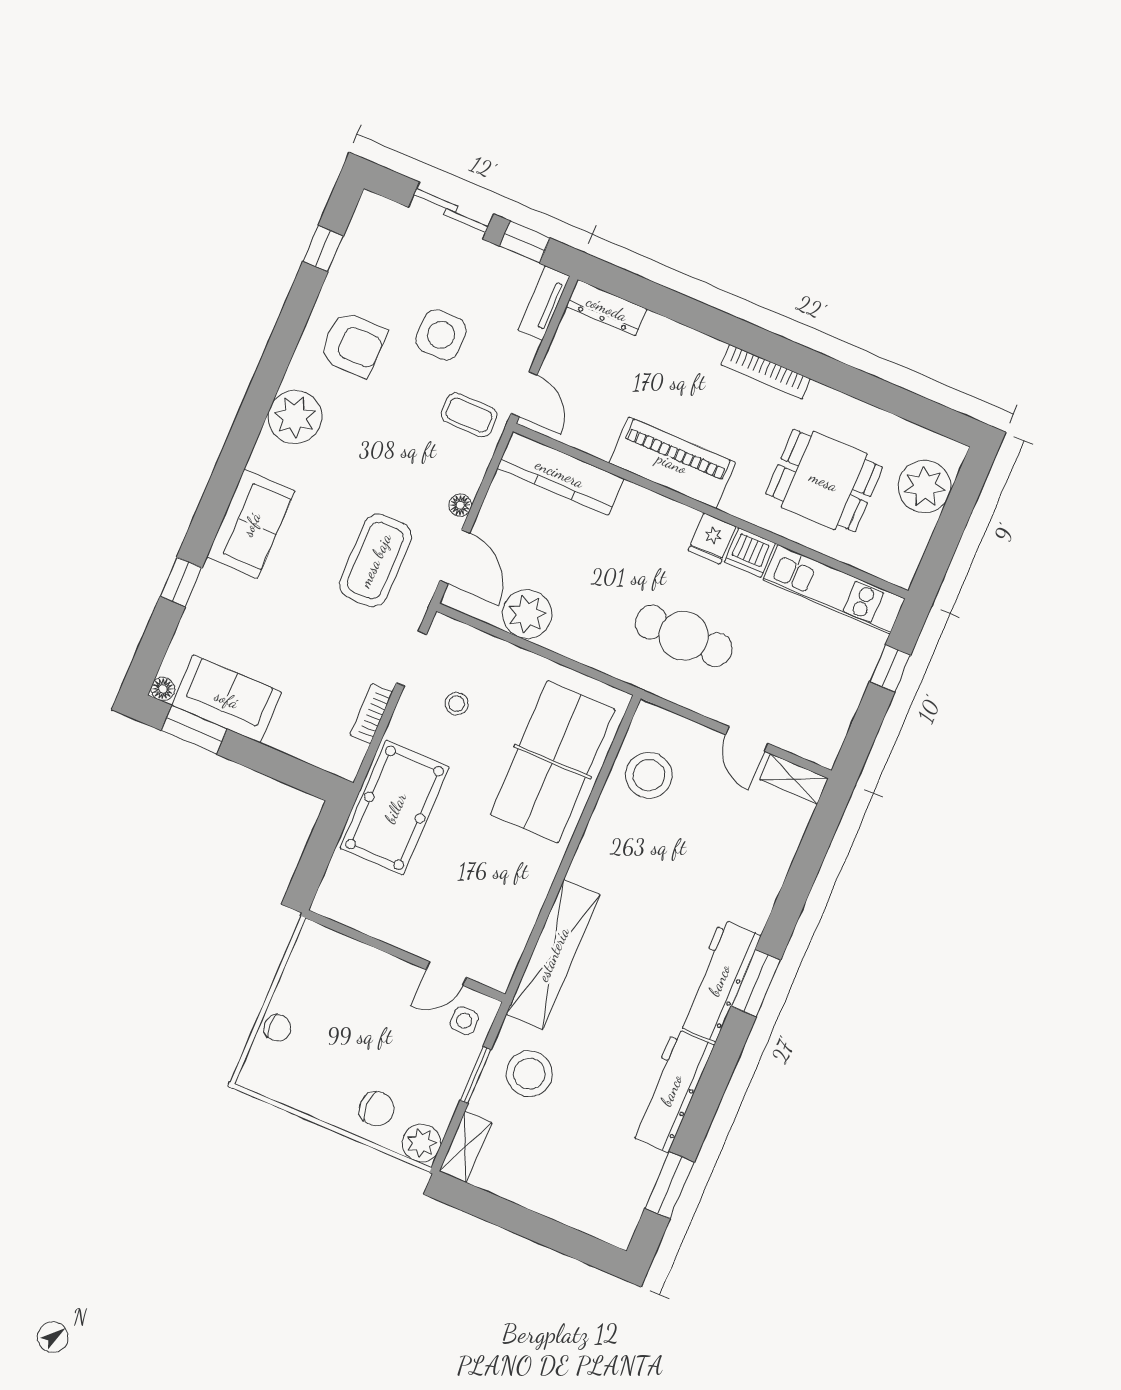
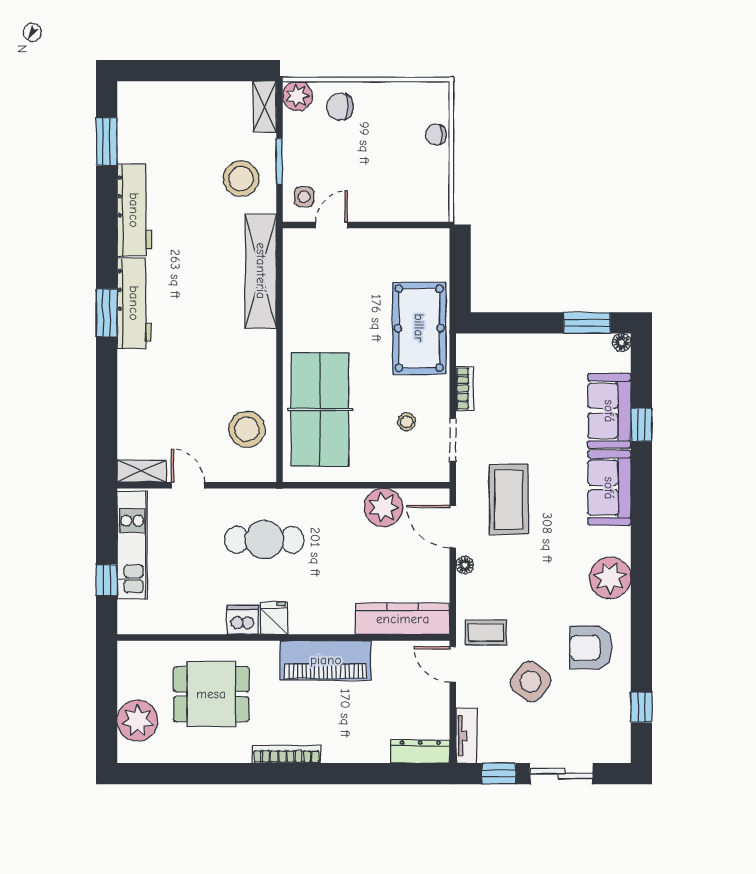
side table: (441, 335) -> (531, 681), turned 38
kitchen unit: (834, 589) -> (132, 545), moved, turned 90
sofa: (227, 699) -> (609, 411), moved, turned 90

